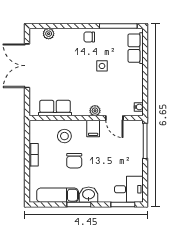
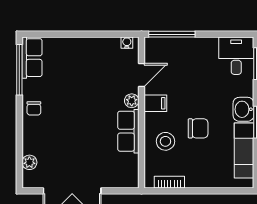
row of seats: (136, 48) -> (32, 58), moved, turned -90
side table: (102, 66) -> (72, 91), removed
row of seats: (55, 108) -> (128, 131), moved
bookcase: (34, 155) -> (169, 182), moved

